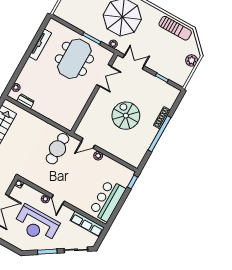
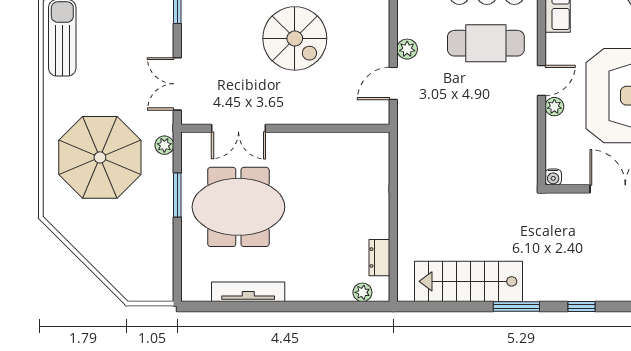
double door: (104, 75) -> (238, 128), swing flipped
spiral stairs: (126, 116) -> (295, 38), turned -90
door: (88, 143) -> (393, 83), swing flipped
cafe table: (57, 149) -> (486, 43), moved

